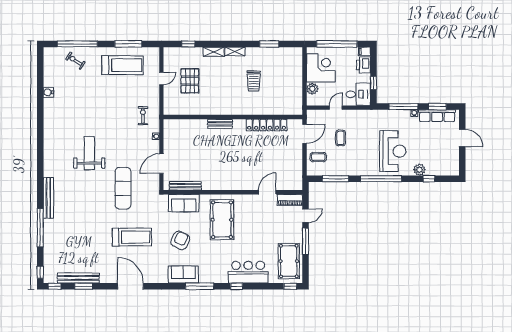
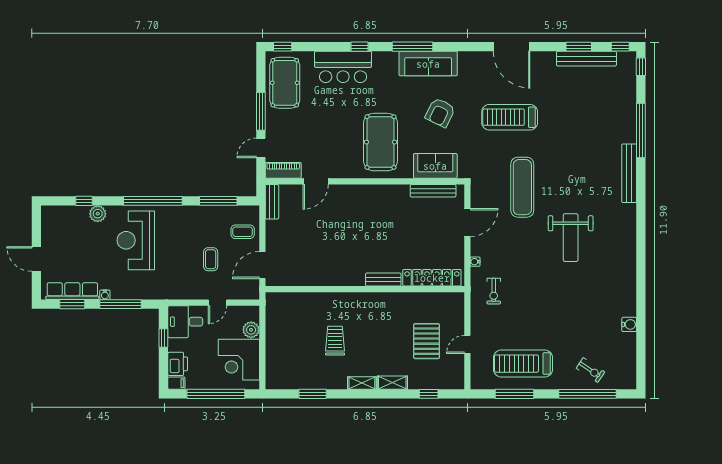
locker: (267, 125) -> (432, 278), moved
bench: (298, 178) -> (272, 202), added
sofa: (183, 275) -> (428, 64), width x1.36

